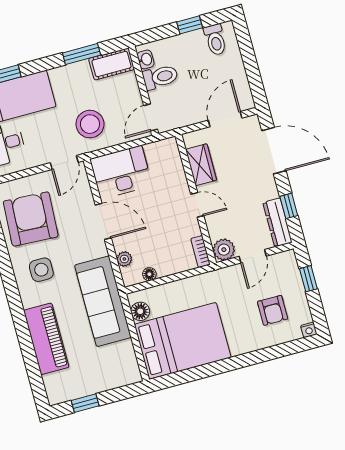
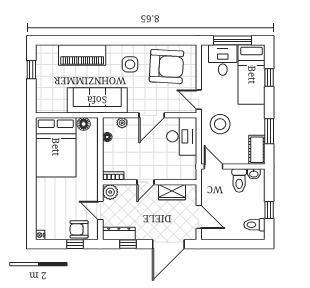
armchair: (273, 310) -> (79, 229), moved

